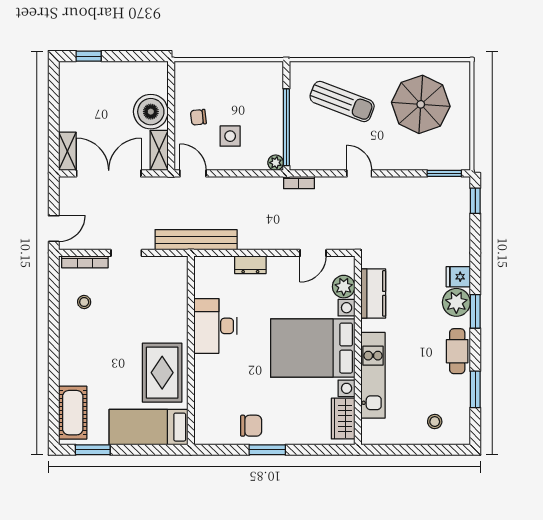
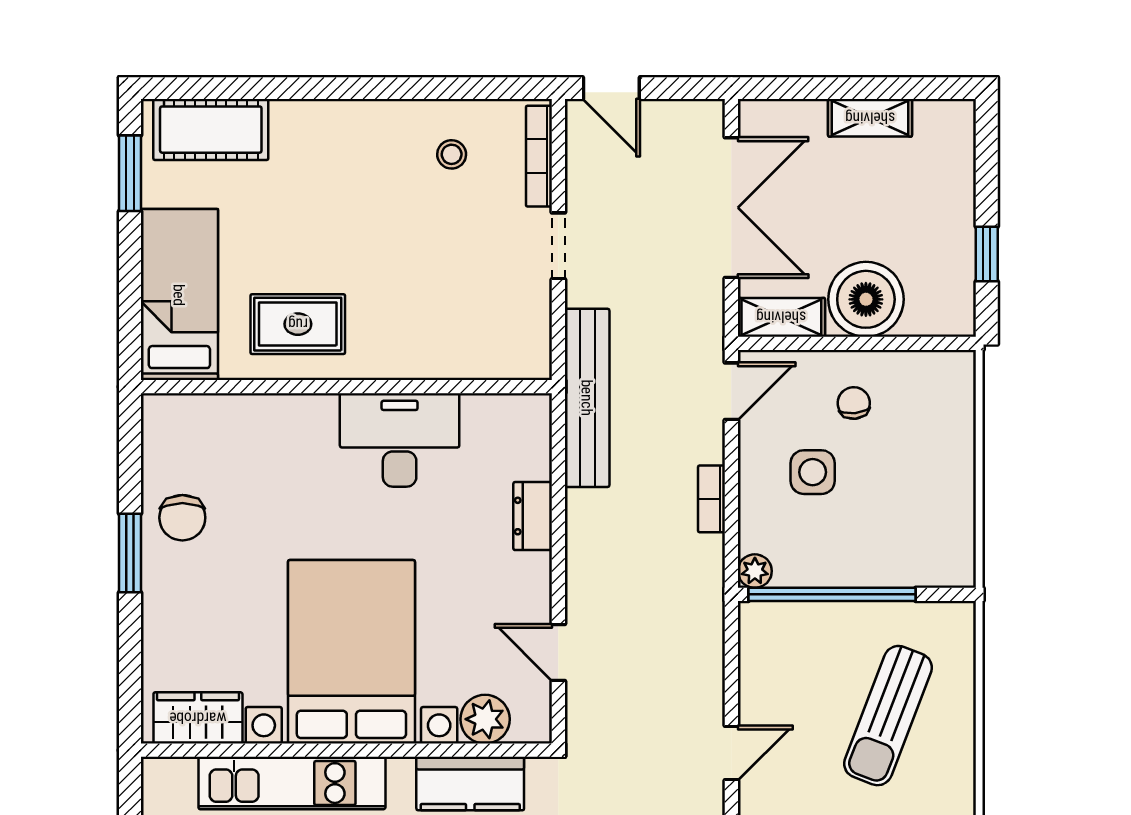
window: (89, 56) -> (987, 254), moved
shelving: (67, 151) -> (870, 118), moved
bookcase: (299, 183) -> (712, 499), moved
rug: (162, 373) -> (298, 324), width x0.73, depth x0.70

